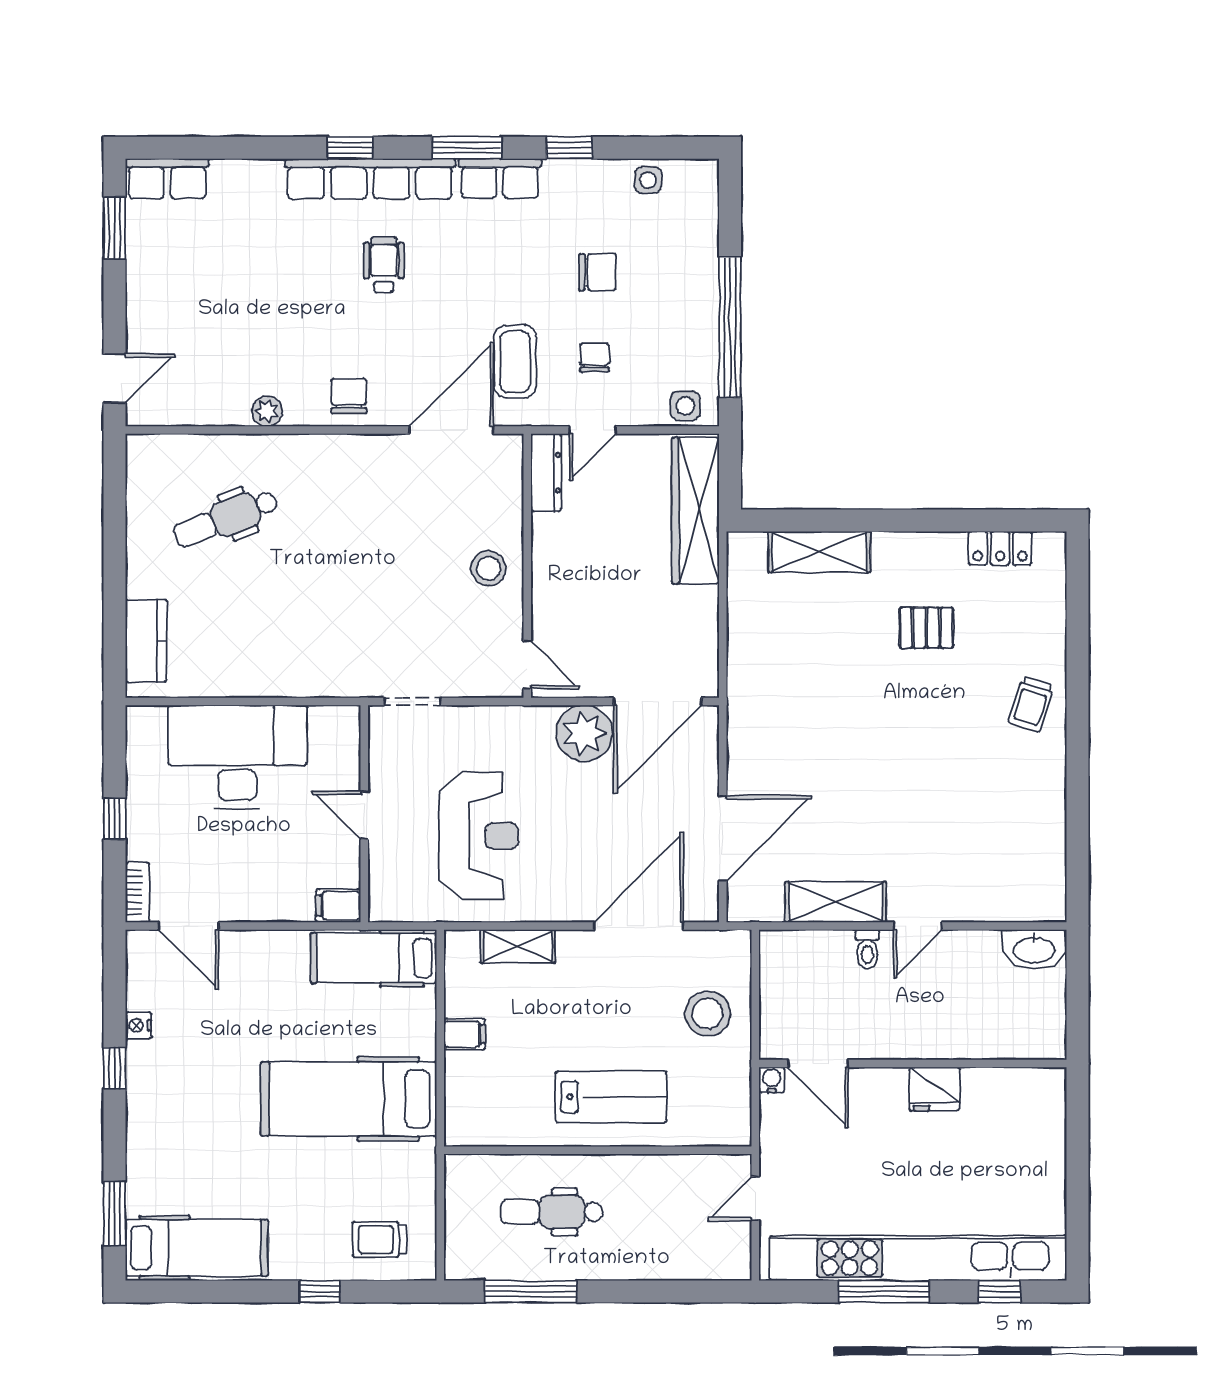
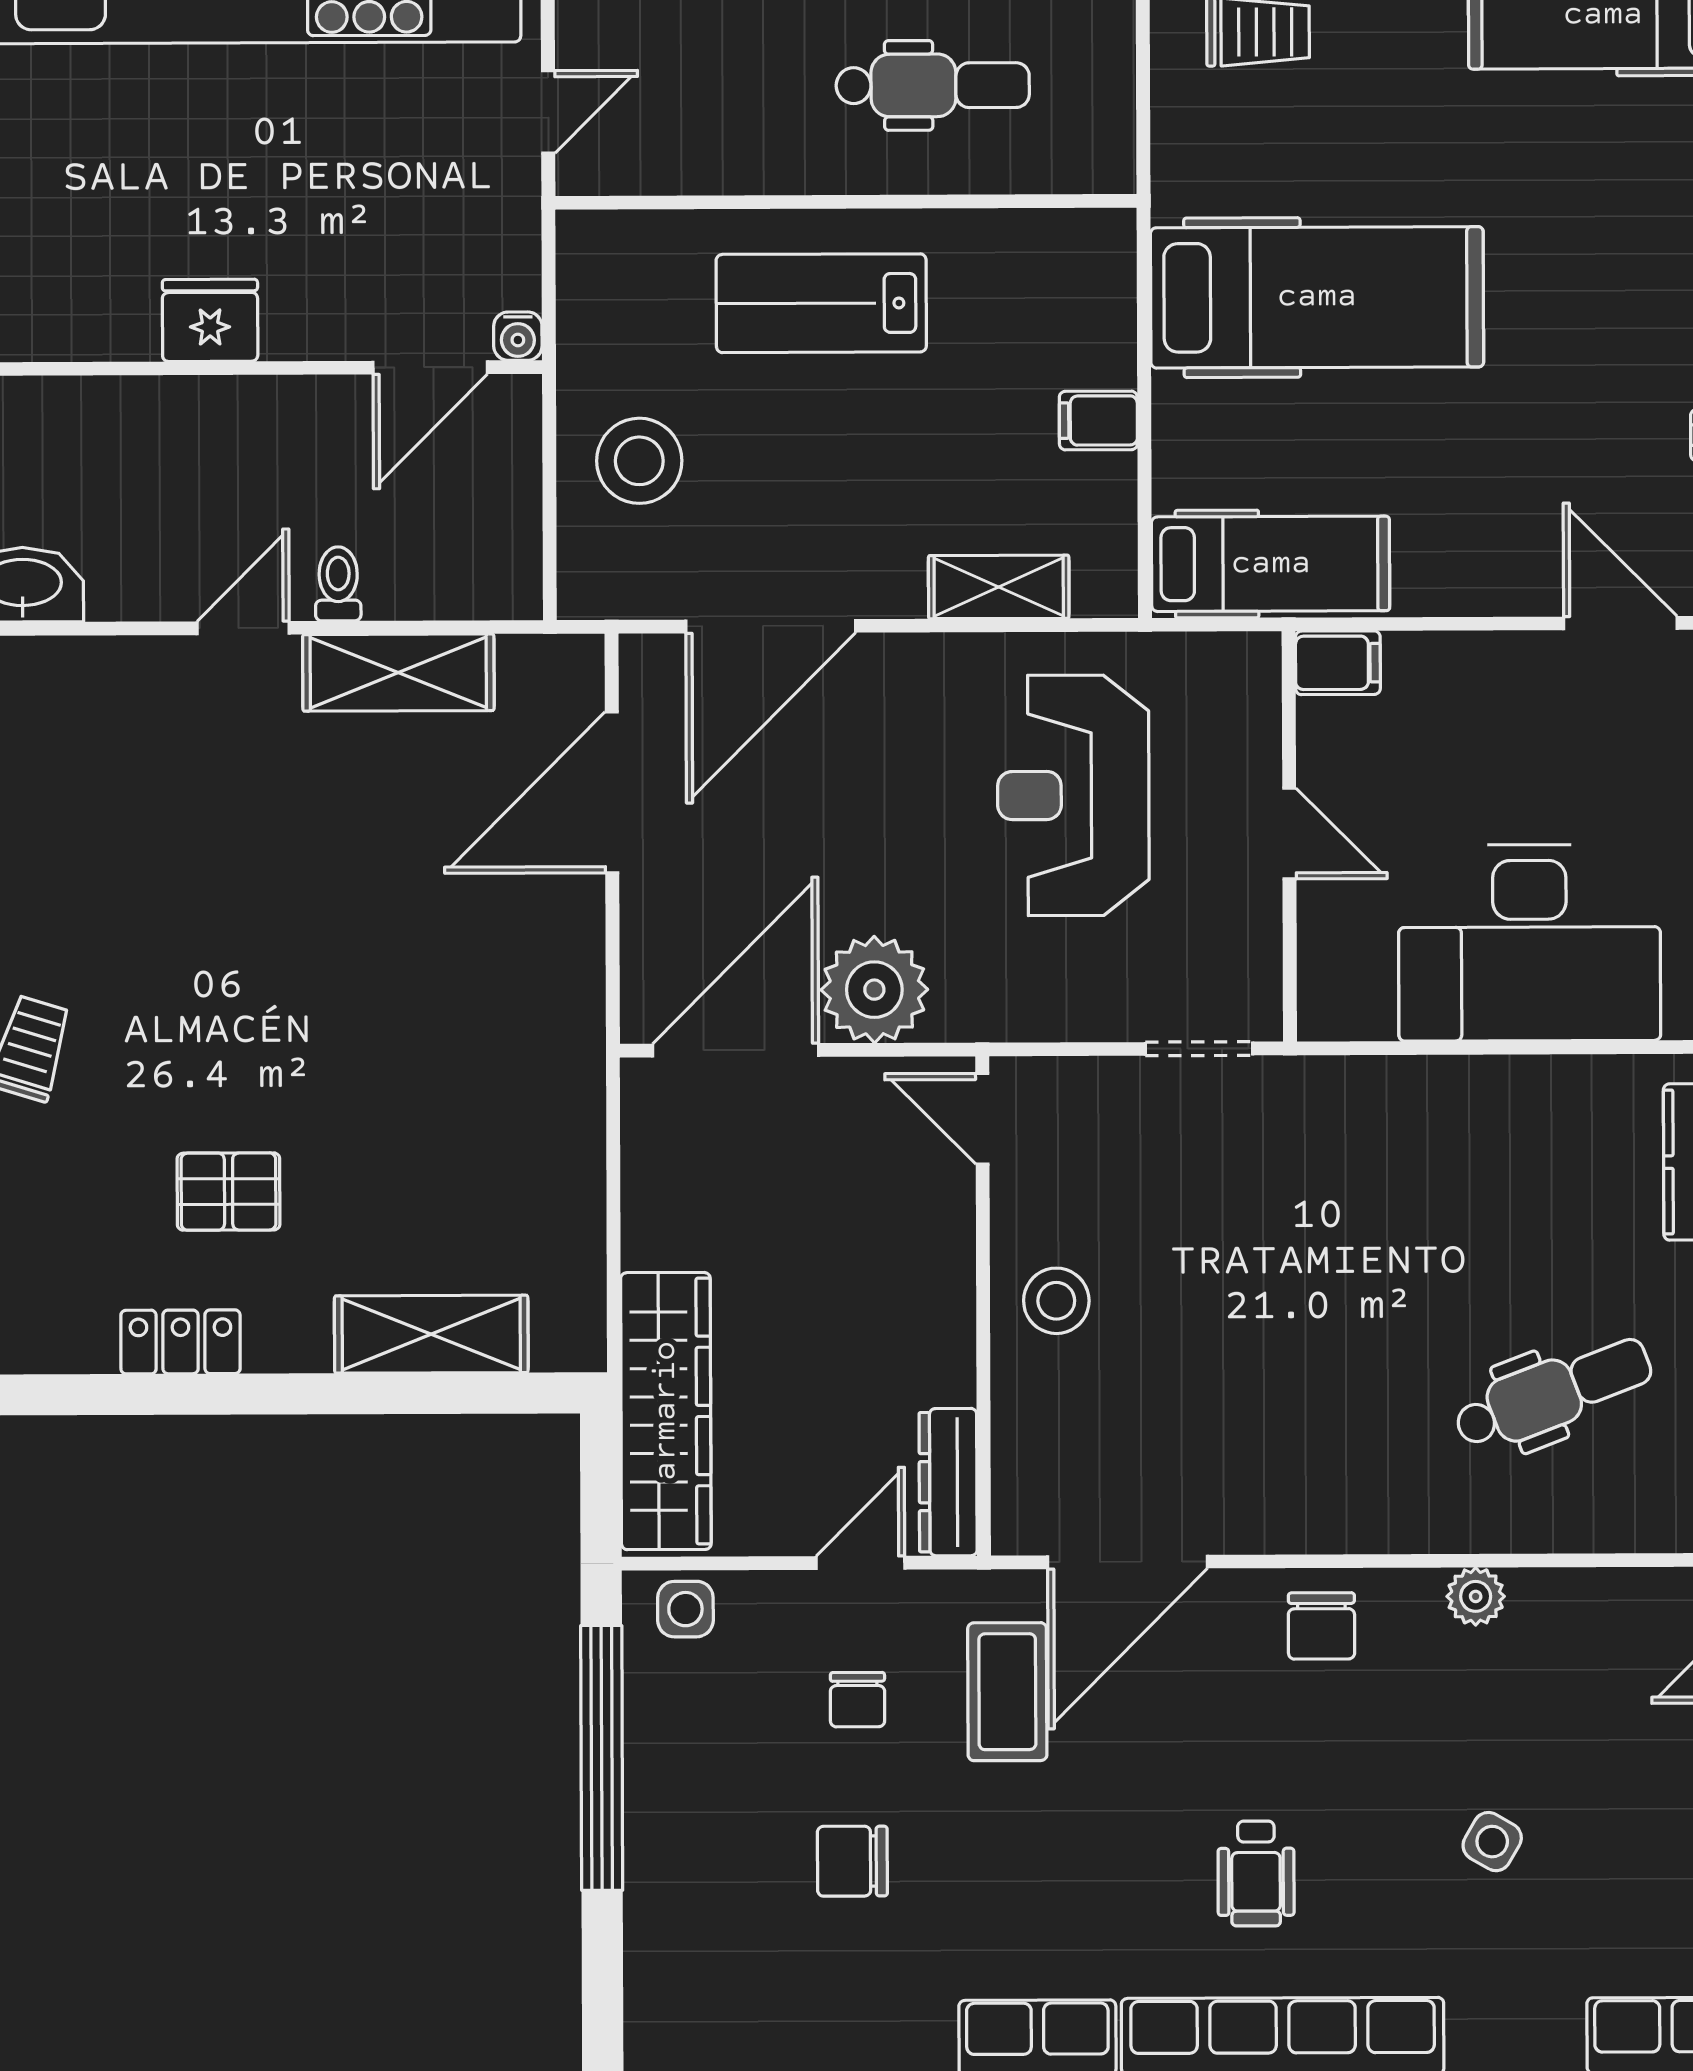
side table: (648, 180) -> (1492, 1842), moved, turned 30
locker: (1000, 548) -> (180, 1342), moved
door: (818, 1063) -> (430, 367), swing flipped

